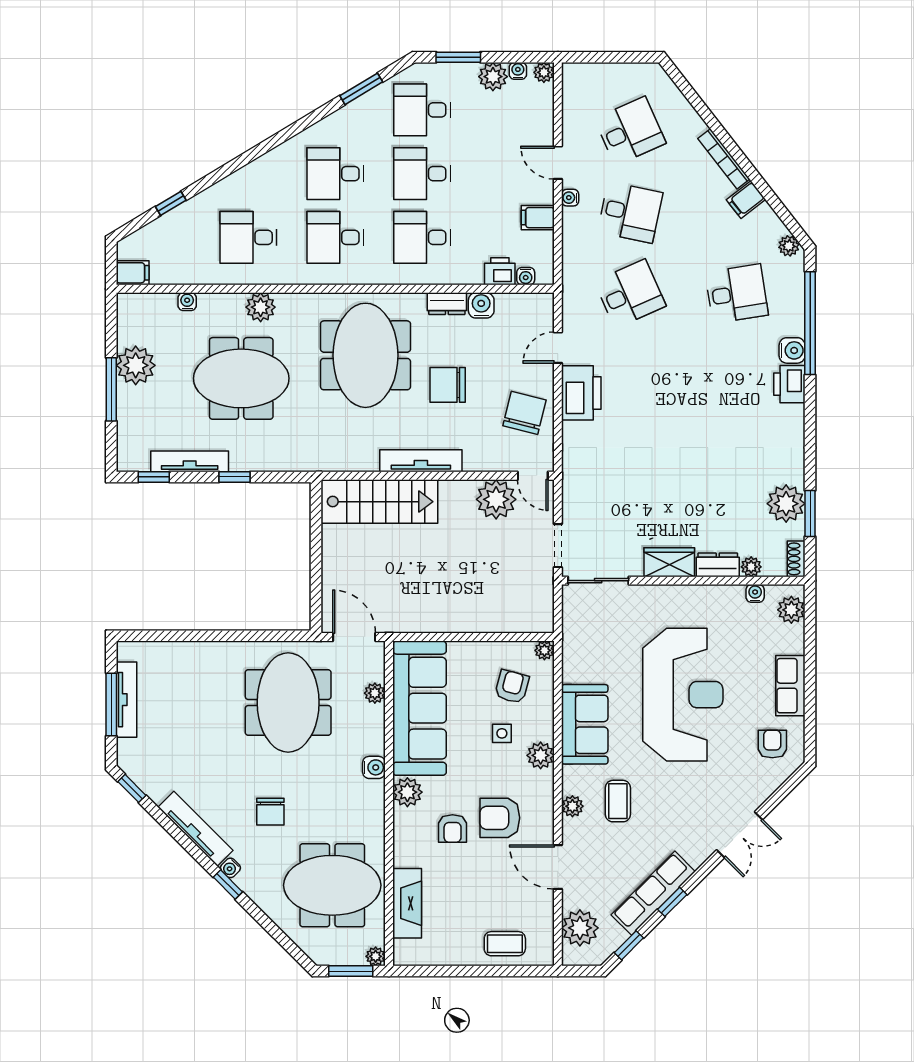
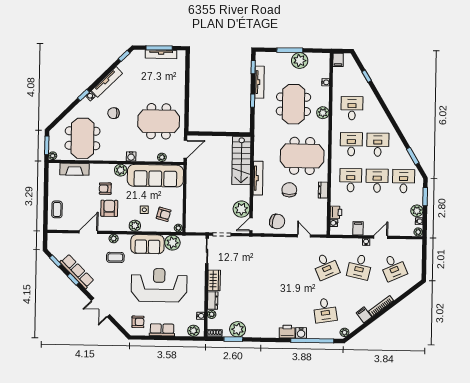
water cooler: (481, 305) -> (322, 204), removed
printer: (581, 393) -> (285, 245), removed
reception desk: (683, 695) -> (159, 285), turned 180
plant: (580, 928) -> (172, 243), moved

